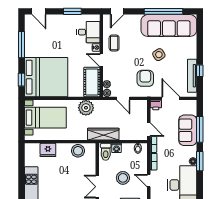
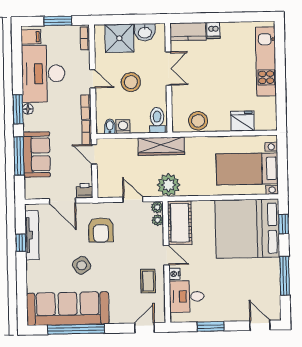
plant: (86, 108) -> (169, 185), moved
washing machine: (116, 148) -> (123, 127), moved

